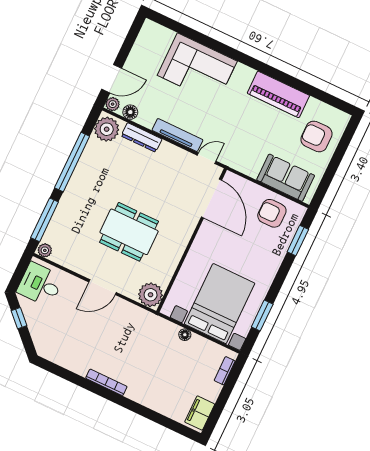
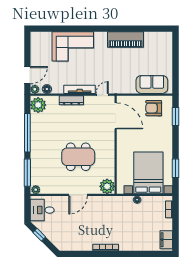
armchair: (316, 136) -> (158, 53), removed
dresser: (142, 137) -> (71, 100), moved

